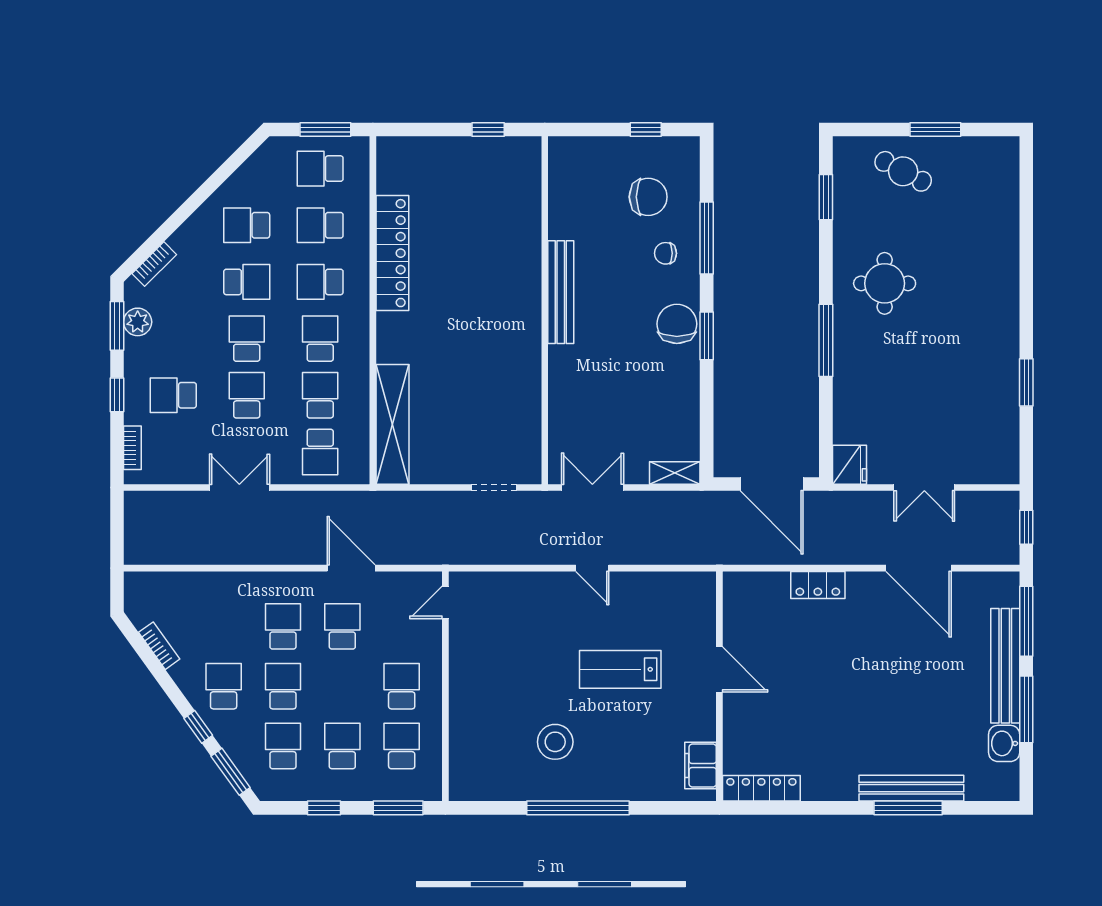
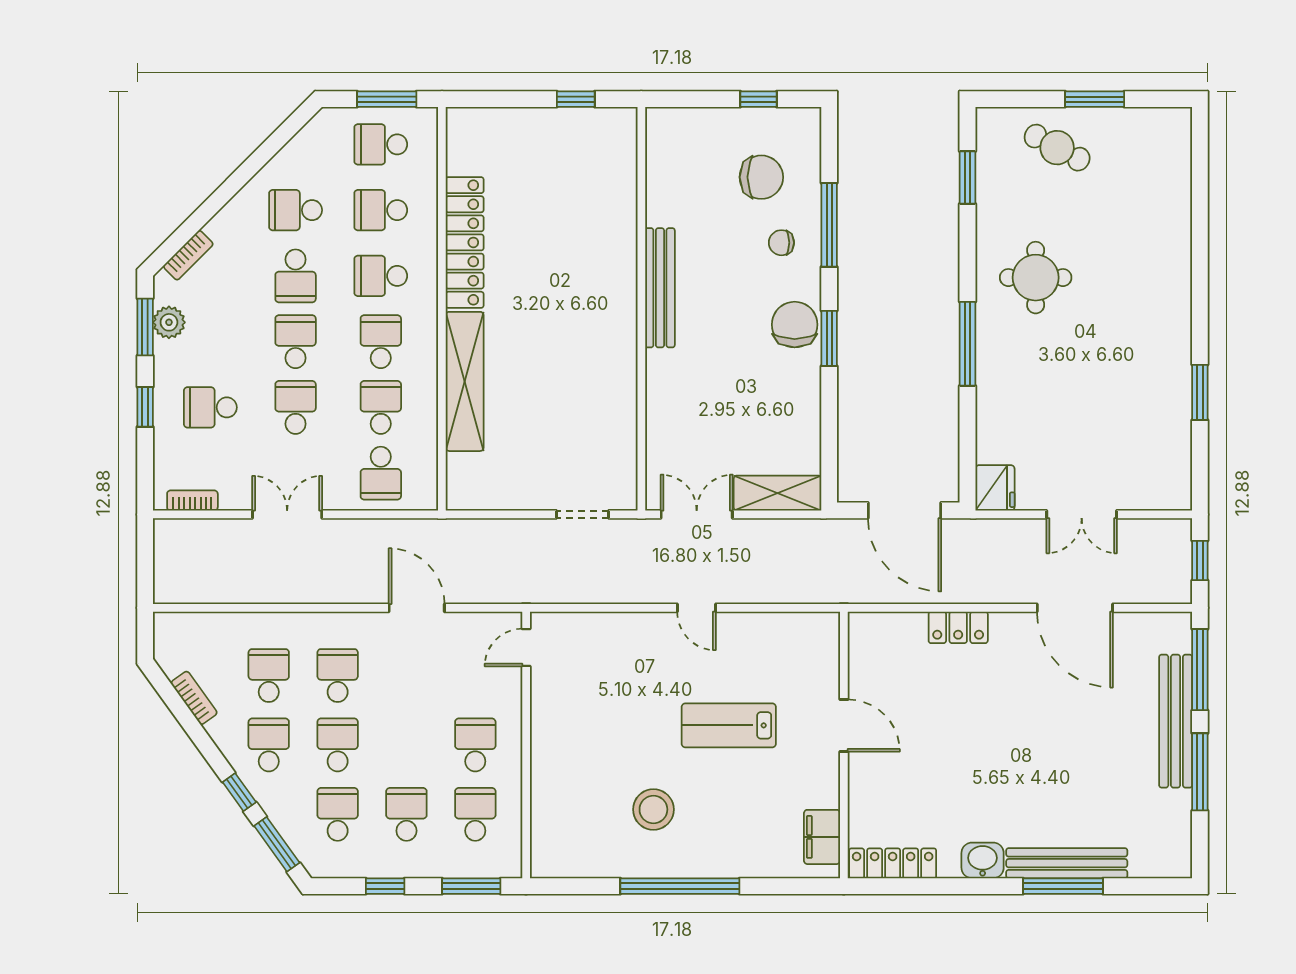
school desk: (247, 282) -> (296, 276), turned 90
shelving: (392, 424) -> (465, 381), moved
bookcase: (132, 448) -> (192, 500), moved, turned -90
shelving: (675, 473) -> (778, 493), width x1.50, depth x1.33
school desk: (342, 626) -> (269, 676), moved
washbasin: (1004, 743) -> (983, 860), moved, turned 90

